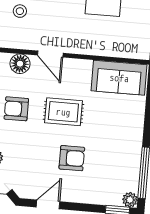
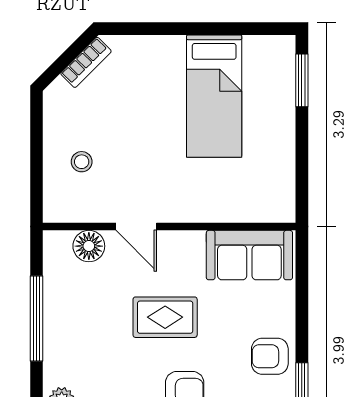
armchair: (16, 109) -> (270, 356), moved

